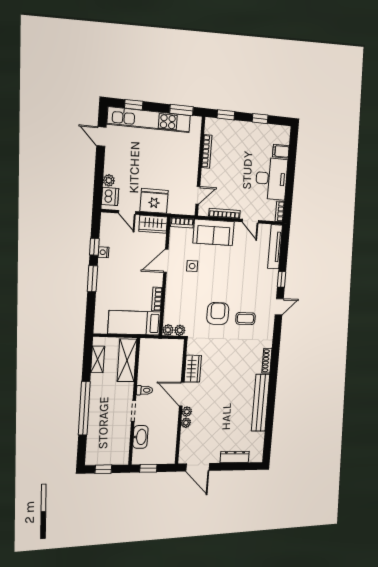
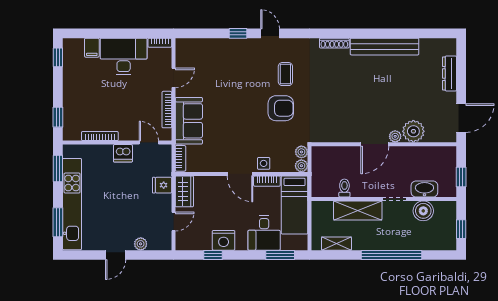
window: (134, 105) -> (58, 222), width x1.50
window: (260, 119) -> (58, 57), moved
door: (101, 136) -> (116, 255), moved
dishwasher: (110, 196) -> (123, 153), moved, turned 180
fridge: (154, 201) -> (162, 185), width x0.53, depth x0.75
tv unit: (275, 247) -> (201, 45), removed
nightstand: (103, 252) -> (224, 240), width x1.89, depth x1.79
door: (166, 261) -> (240, 174), moved
side table: (192, 266) -> (264, 163), moved
window: (92, 279) -> (280, 255), moved
desk: (111, 295) -> (264, 233), added
armchair: (218, 314) -> (281, 108), turned 180
shelving: (127, 360) -> (358, 210), moved
wardrobe: (193, 369) -> (345, 133), removed
toilet: (144, 390) -> (344, 188), moved
plant: (186, 423) -> (413, 131), width x1.87, depth x1.87
boiler: (121, 436) -> (423, 211), added

